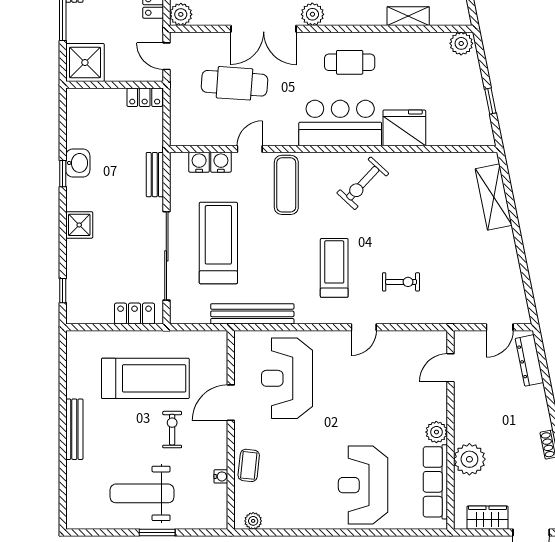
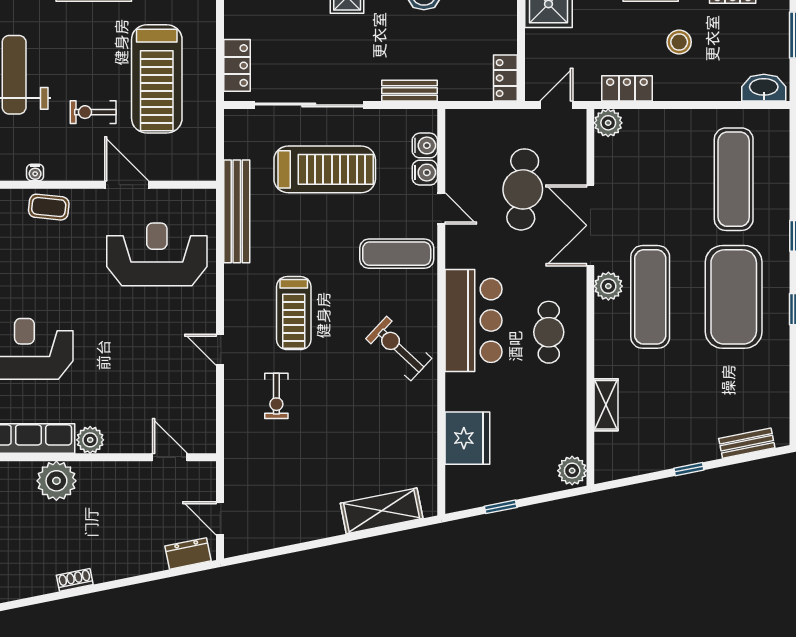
fridge: (404, 128) -> (467, 438), moved
treadmill: (334, 268) -> (294, 313), turned 90
dresser: (529, 360) -> (188, 553), width x0.70
exercise bike: (172, 430) -> (93, 112), turned 180

